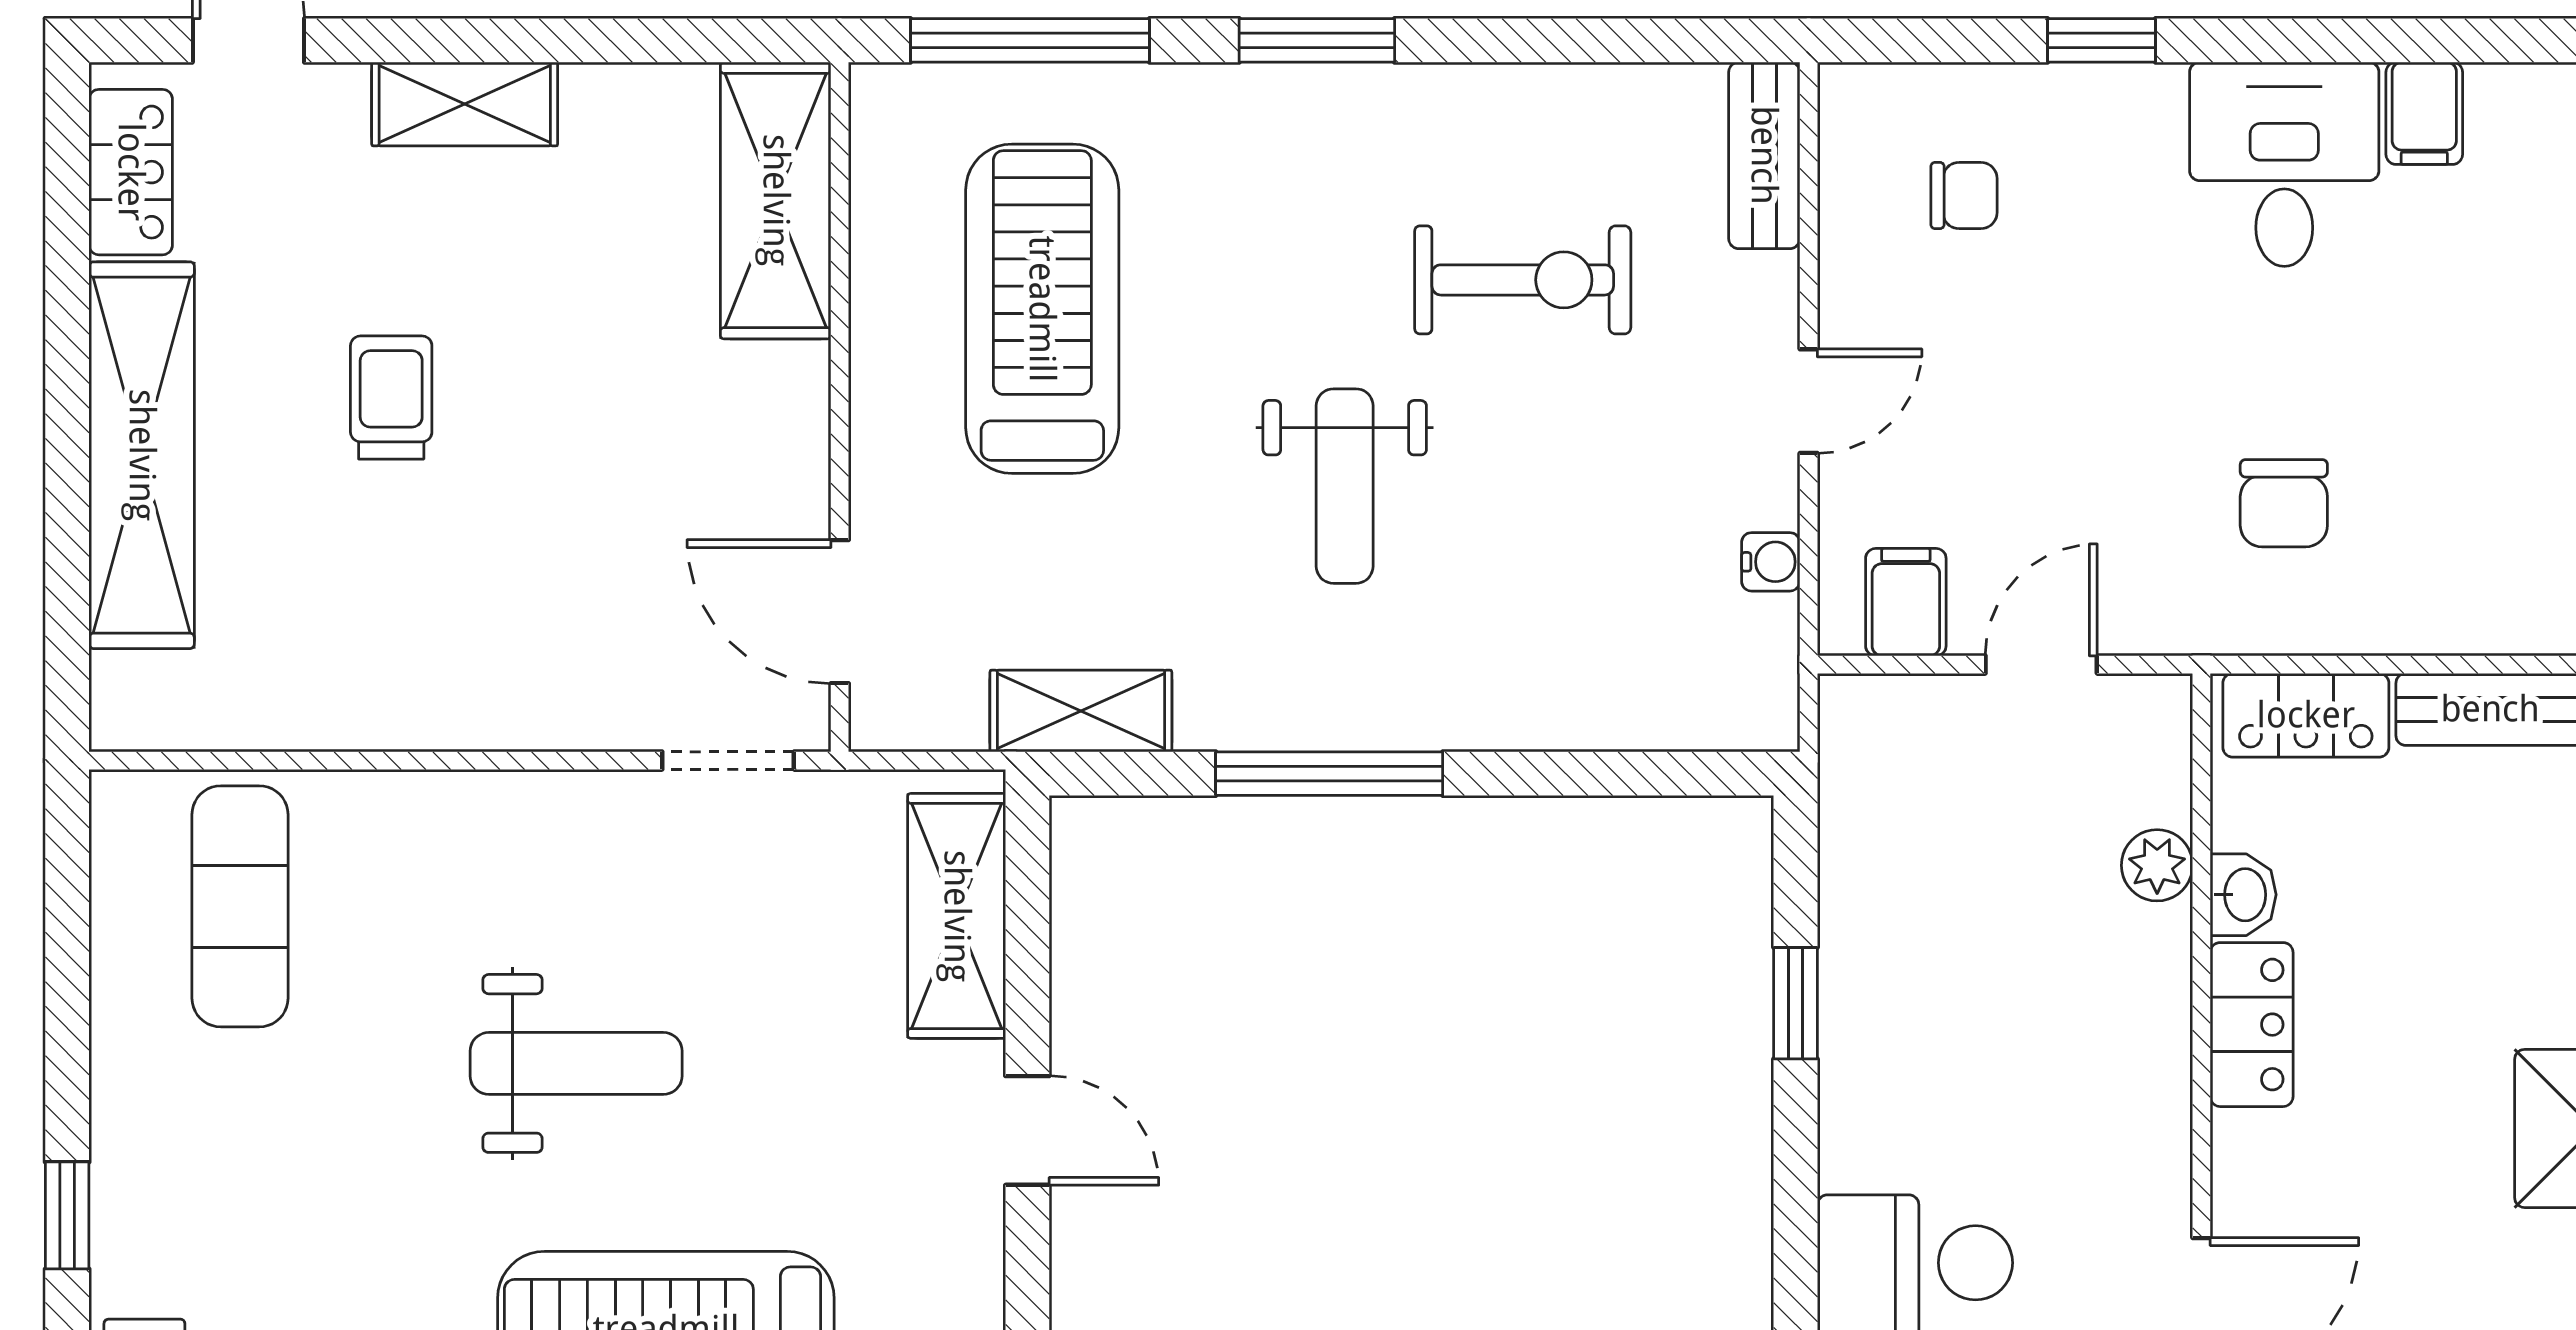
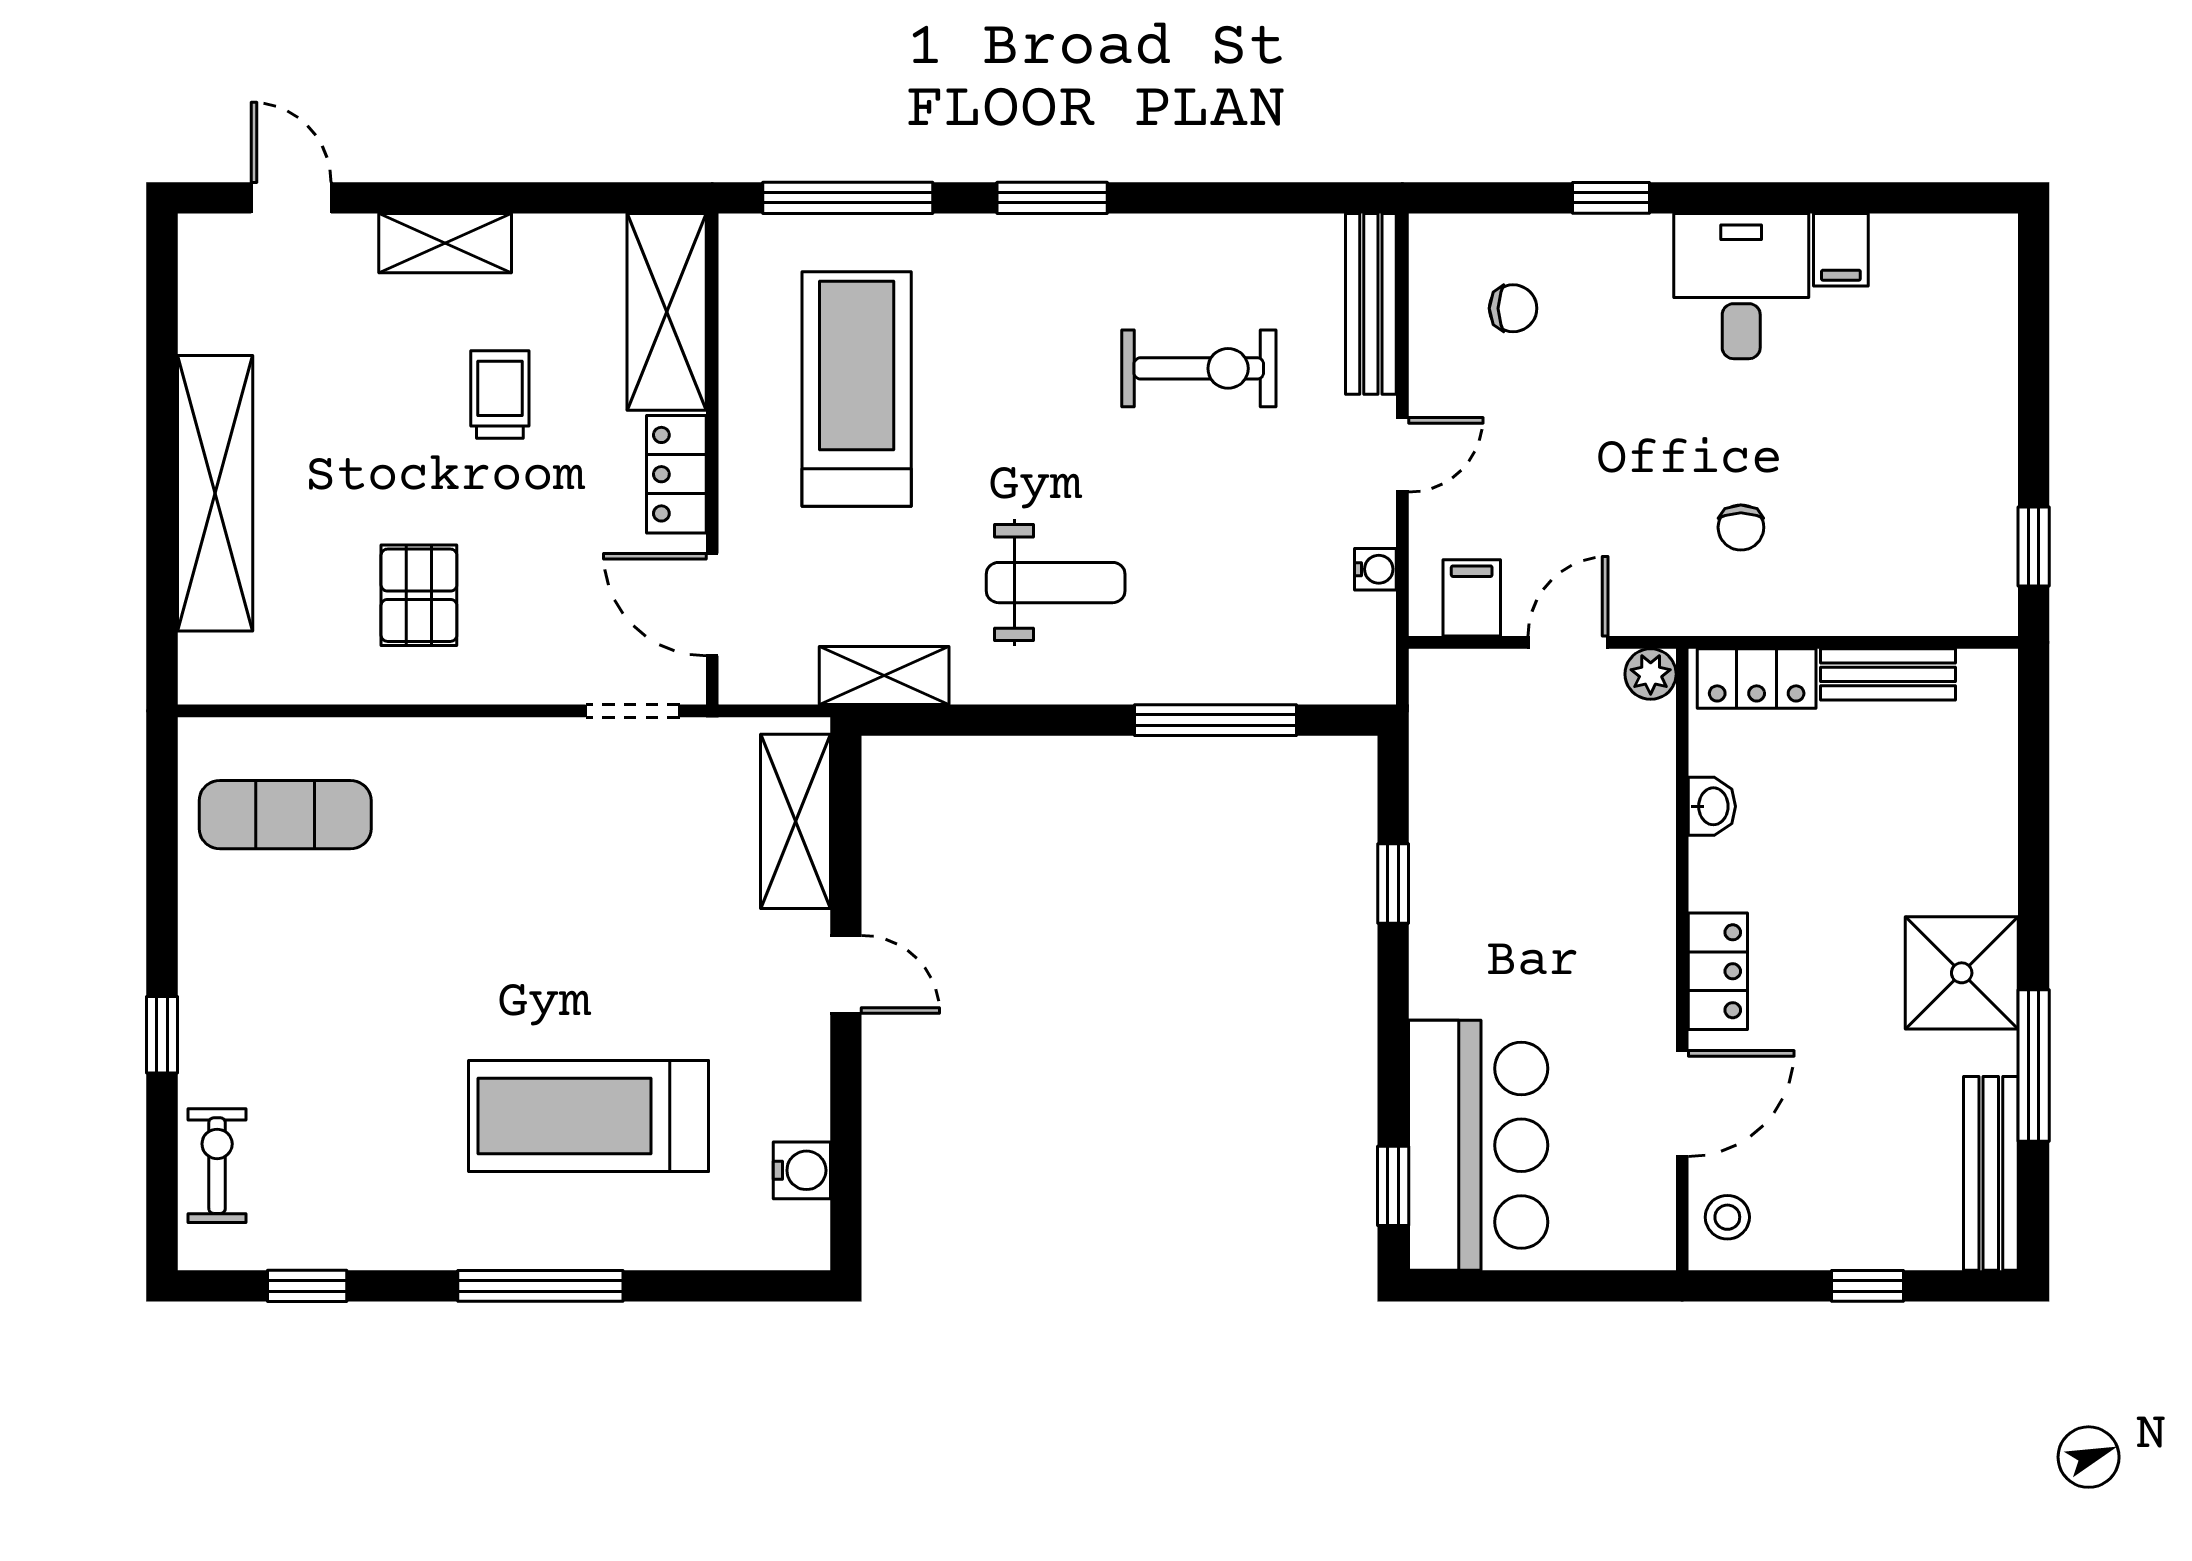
bench: (1764, 155) -> (1371, 304), width x1.36
locker: (131, 172) -> (676, 474), moved, turned 180
trolley: (391, 397) -> (500, 395), moved
weight bench: (1345, 486) -> (1056, 583), moved, turned -90
chair: (2284, 503) -> (1741, 527), width x0.73, depth x0.73
pallet: (428, 598) -> (419, 595), added
window: (1329, 774) -> (1216, 720), moved
plant: (2157, 865) -> (1651, 674), moved
exercise mat: (240, 906) -> (285, 815), turned 90
locker: (2252, 1025) -> (1718, 971), moved
weight bench: (576, 1063) -> (525, 927), removed

